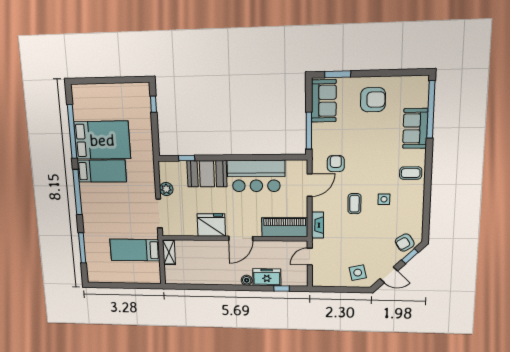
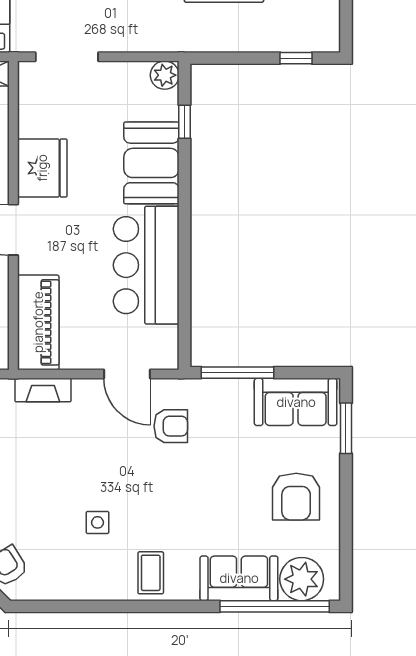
plant: (417, 96) -> (302, 579), added
plant: (166, 189) -> (165, 75), moved
coffee table: (354, 204) -> (89, 464), removed

